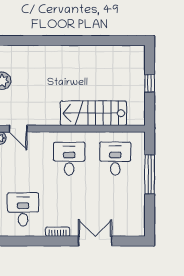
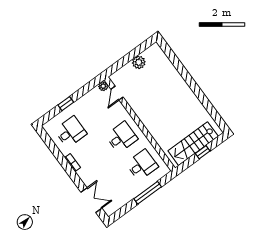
stairs: (93, 113) -> (193, 144), moved, turned -90
double door: (95, 241) -> (91, 200), moved

